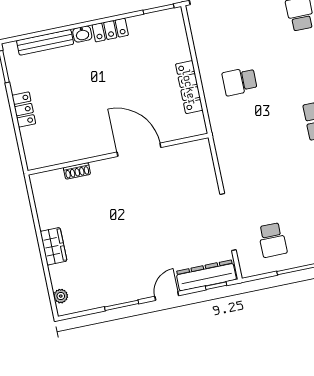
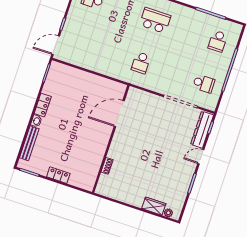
school desk: (240, 81) -> (141, 63), moved
locker: (189, 87) -> (97, 81), removed
door: (139, 150) -> (119, 114), moved
wardrobe: (53, 246) -> (154, 206), moved
door: (167, 296) -> (201, 157), hinge flipped

